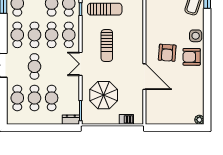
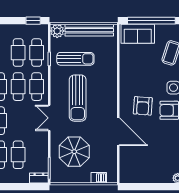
sun lounger: (107, 46) -> (78, 98), width x1.36, depth x1.34

